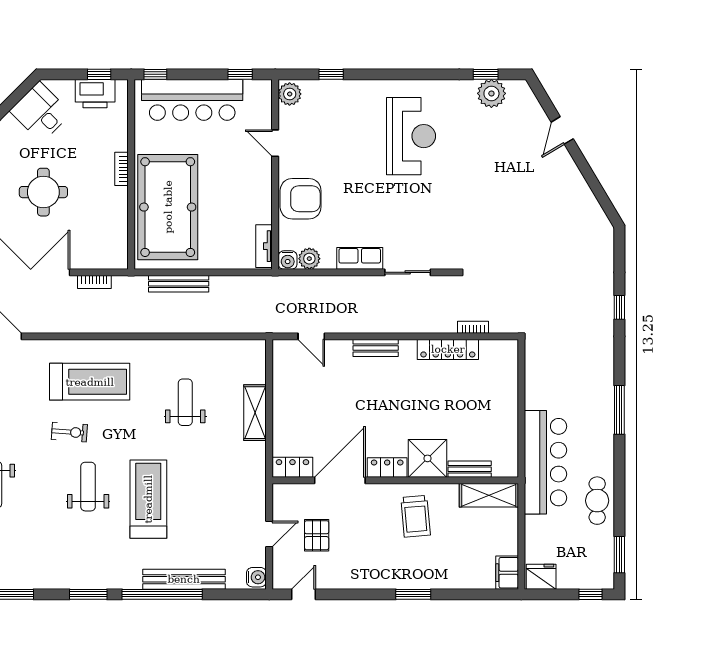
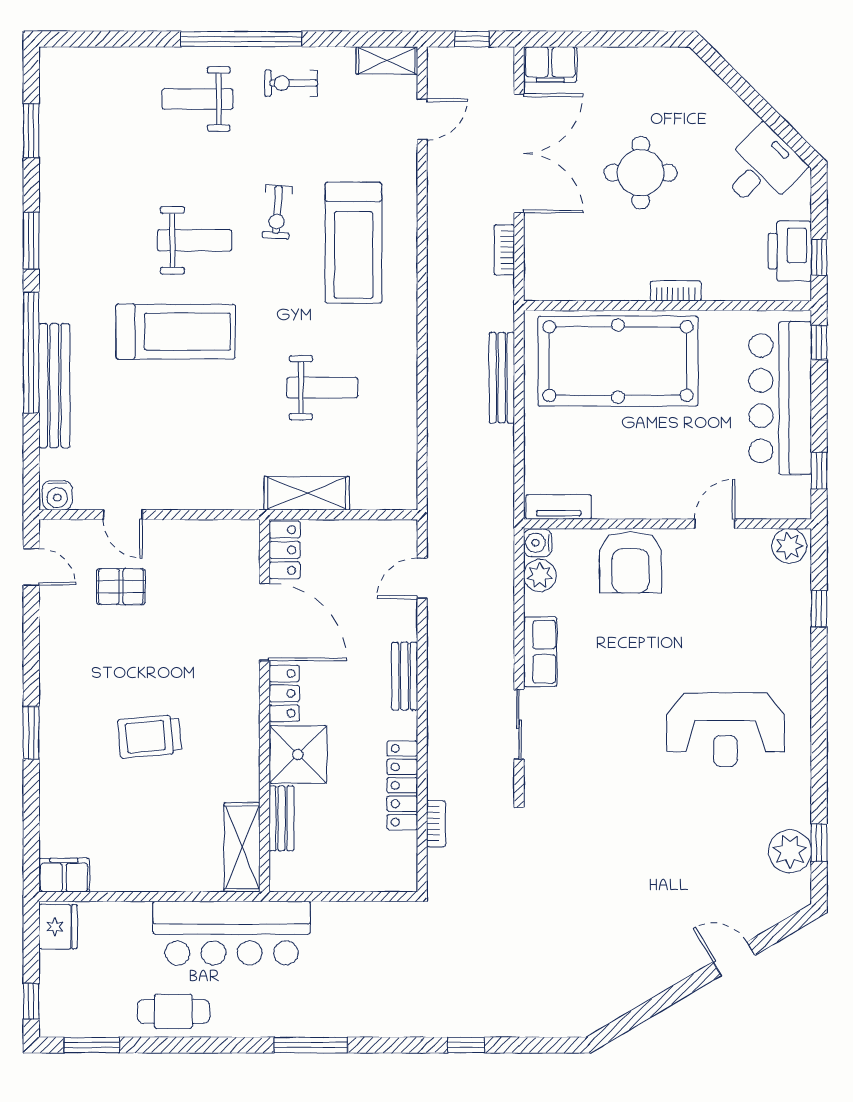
shower: (428, 458) -> (298, 754), moved
locker: (292, 467) -> (284, 550), moved
locker: (387, 467) -> (284, 693), moved
bench: (470, 469) -> (281, 818), moved
door: (340, 480) -> (264, 622), moved
wall: (395, 480) -> (264, 706), moved
shelving: (489, 495) -> (242, 847), moved

